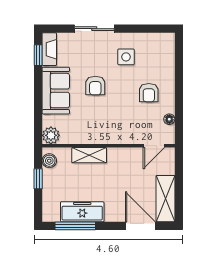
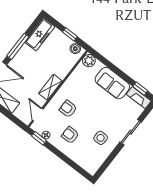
armchair: (95, 86) -> (68, 109), moved
window: (179, 124) -> (39, 138), added
shelving: (89, 155) -> (50, 87), moved
freezer: (82, 212) -> (40, 34), moved
window: (75, 226) -> (18, 46), moved

